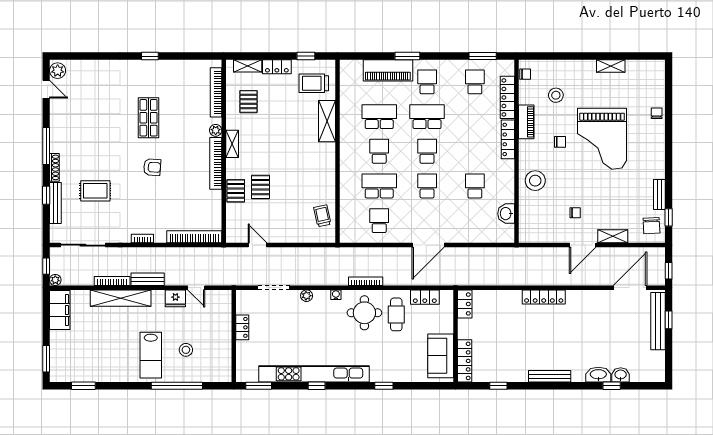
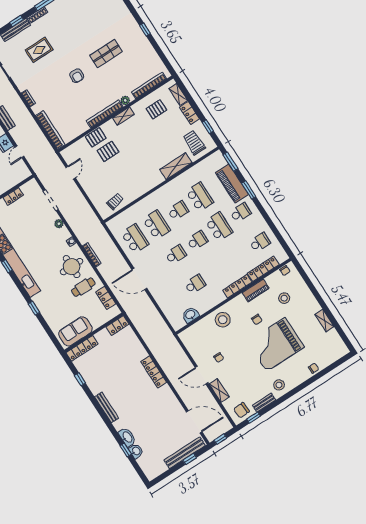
window: (483, 56) -> (230, 162), moved
stool: (650, 165) -> (279, 385), added
rug: (95, 191) -> (39, 50), turned 90
school desk: (379, 221) -> (135, 239), width x1.85

